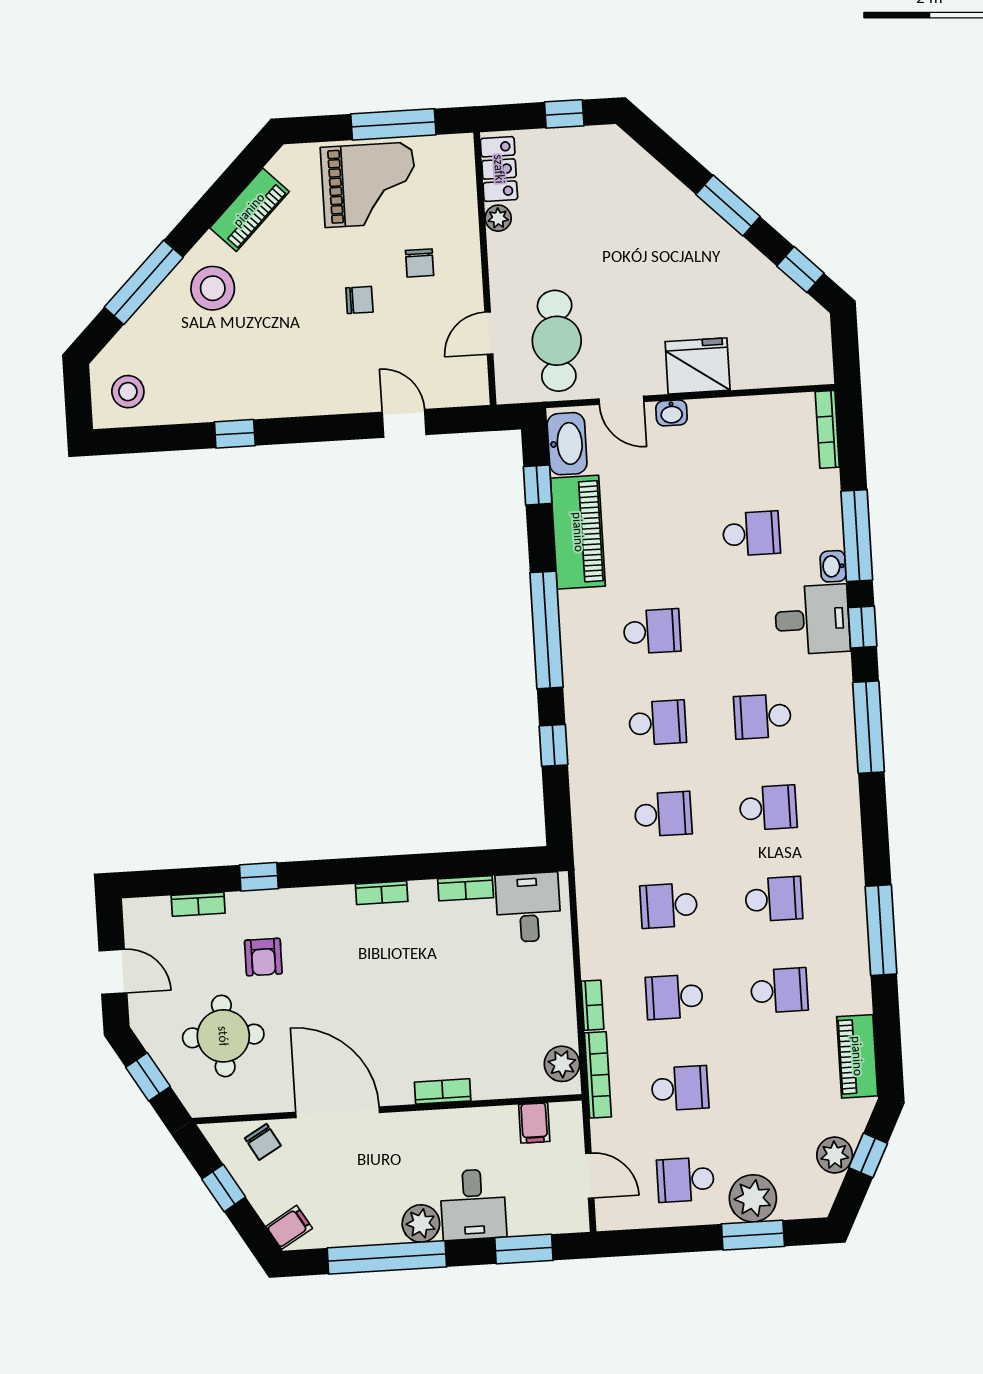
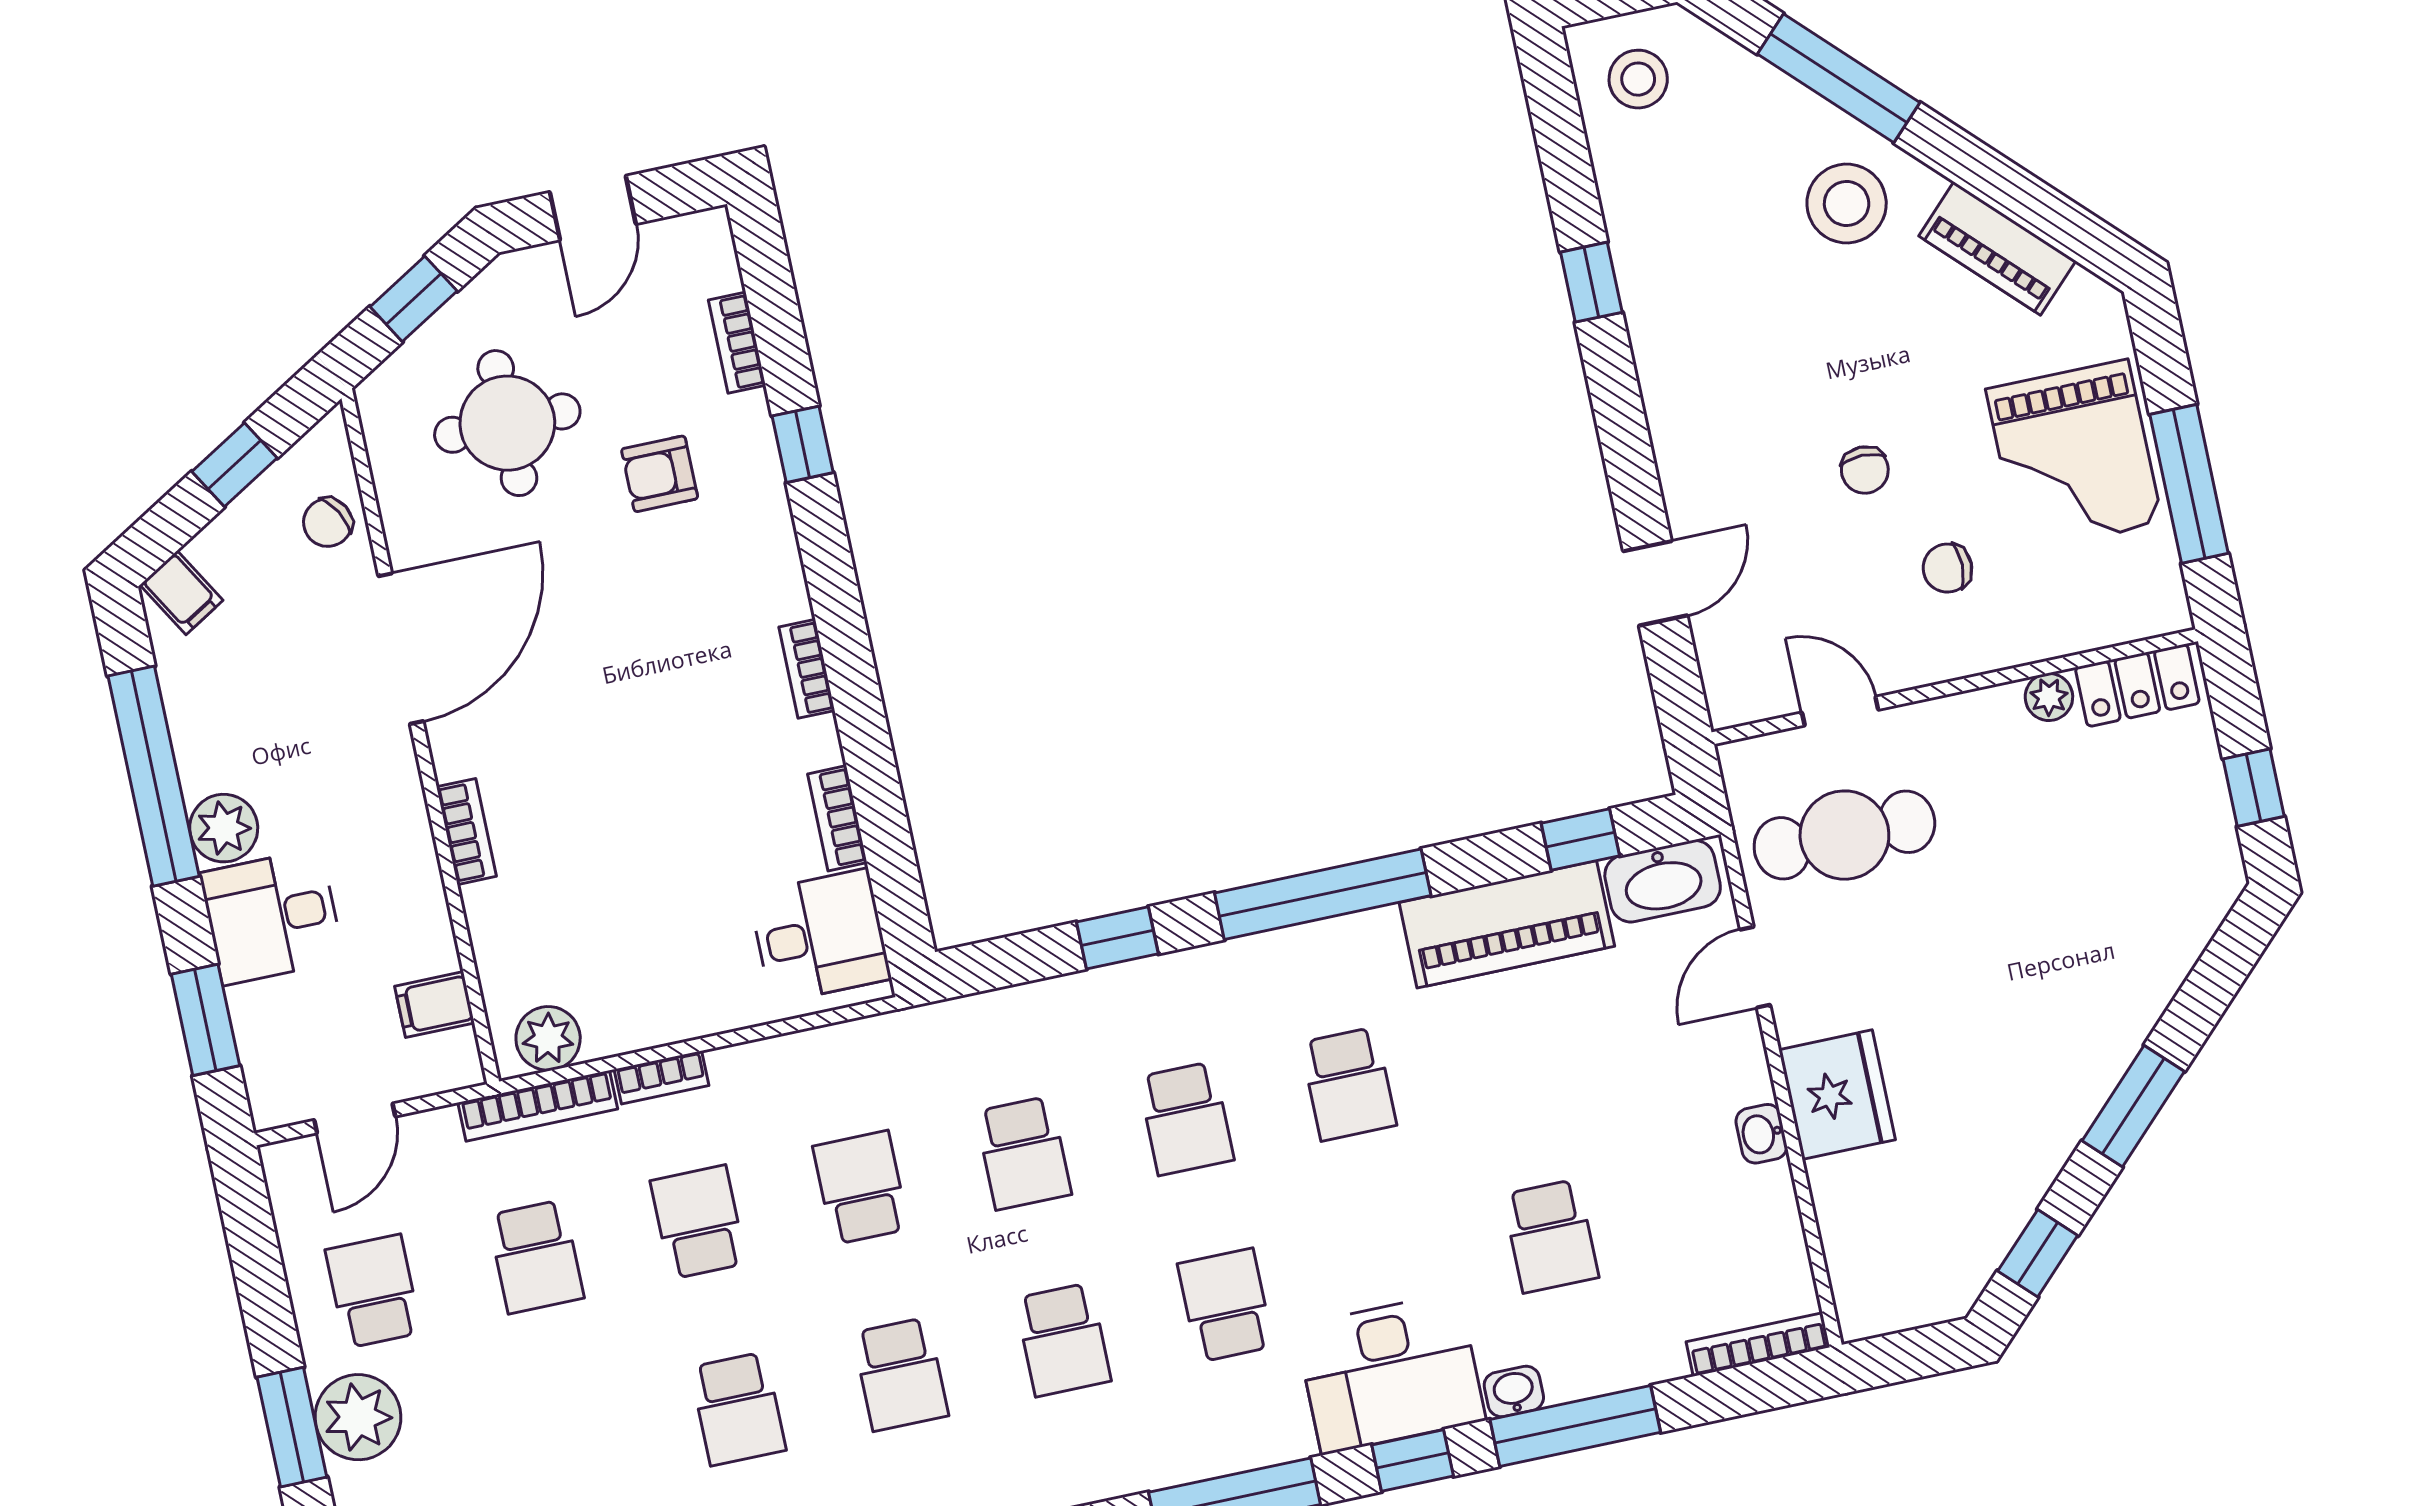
washbasin: (672, 413) -> (1761, 1134), moved
desk: (812, 620) -> (1390, 1373), width x1.37

